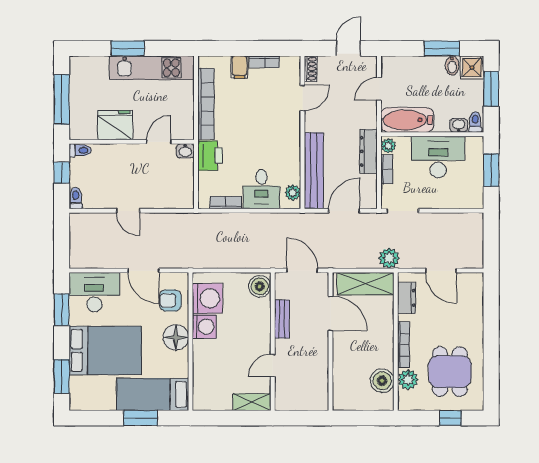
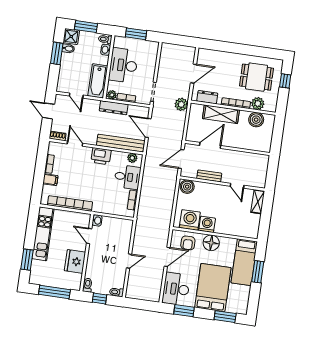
window: (128, 48) -> (27, 260), moved
printer: (210, 156) -> (101, 156), moved, turned 180
shelving: (365, 284) -> (221, 114), moved, turned 90

